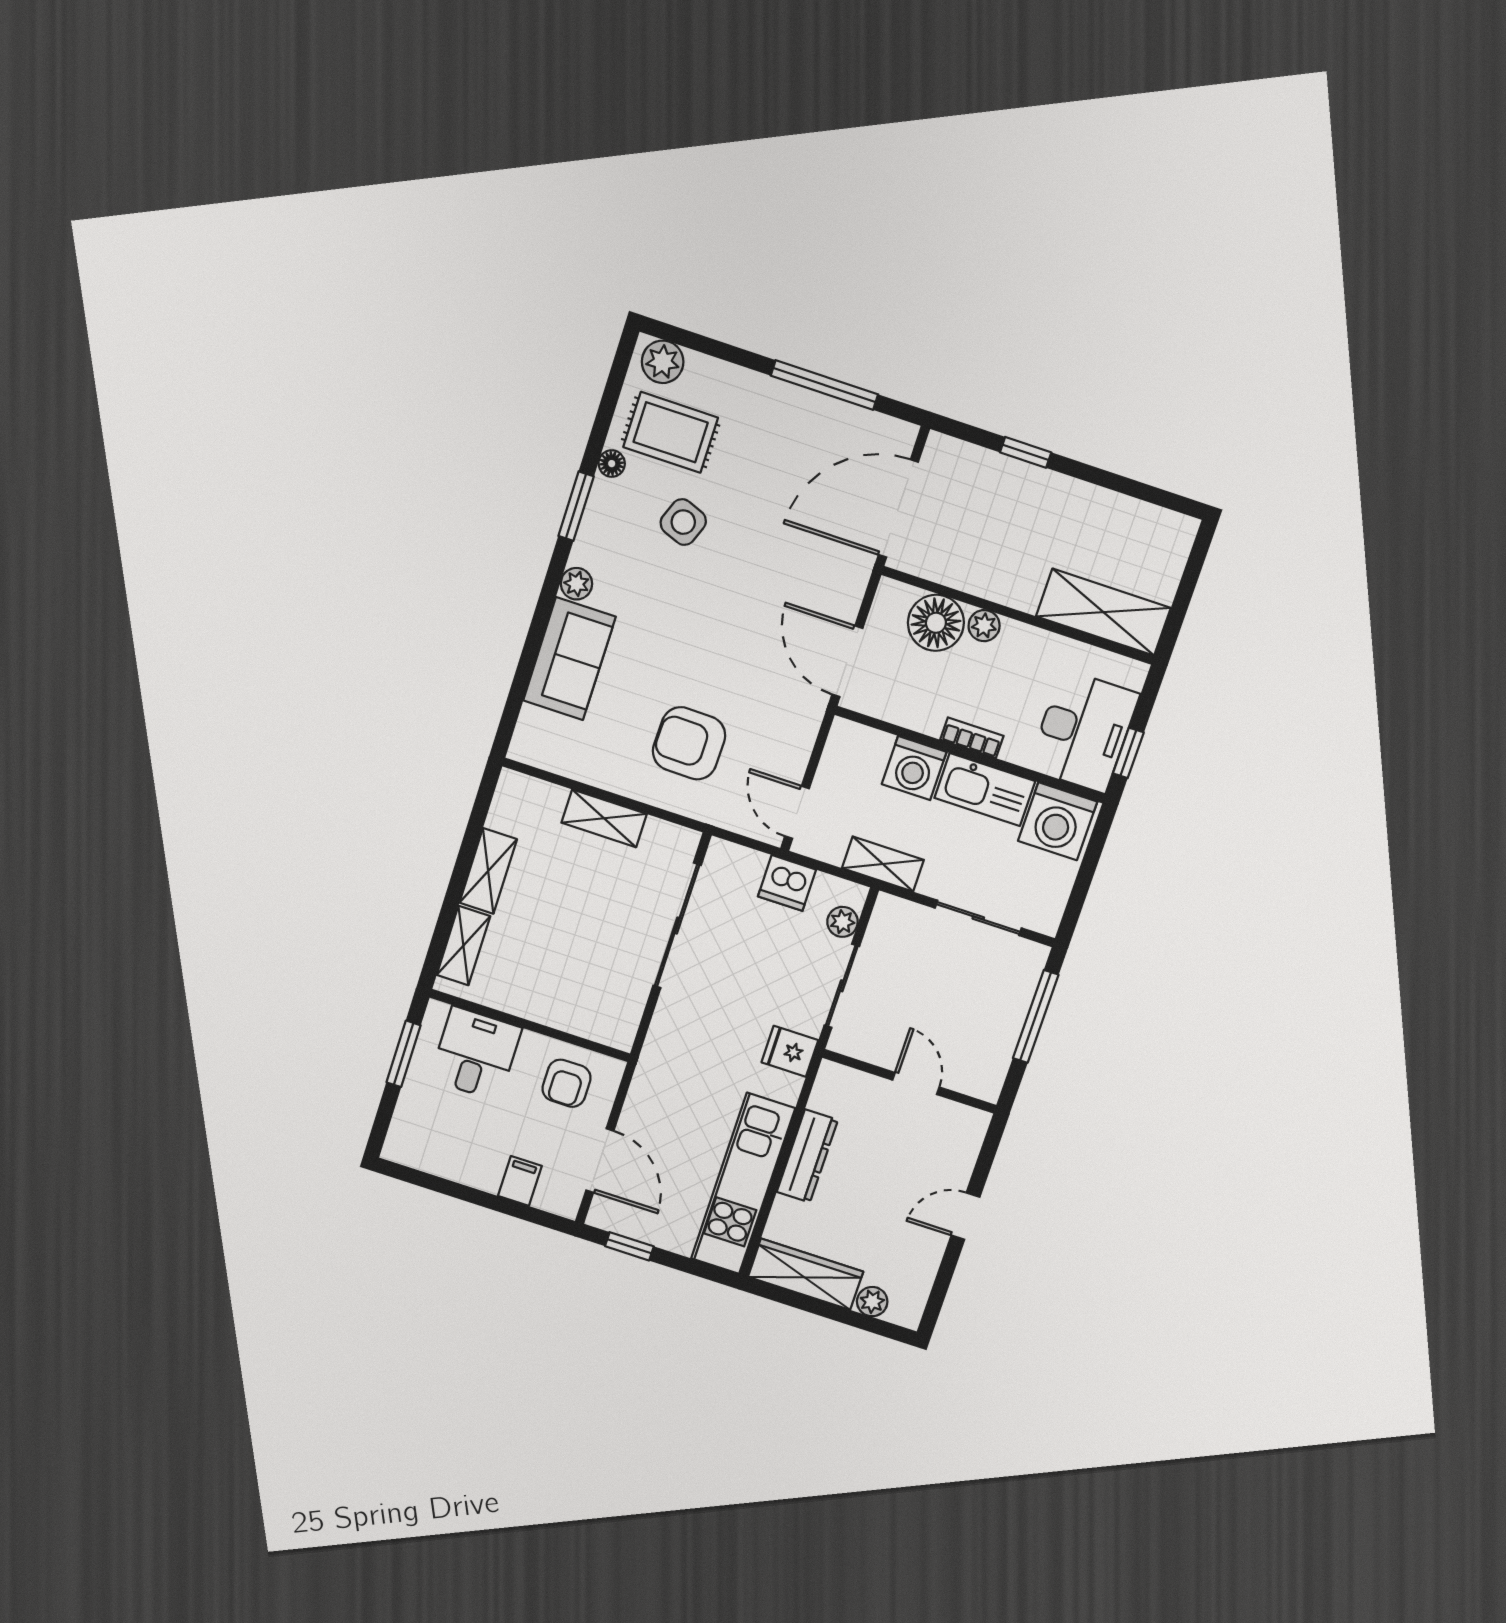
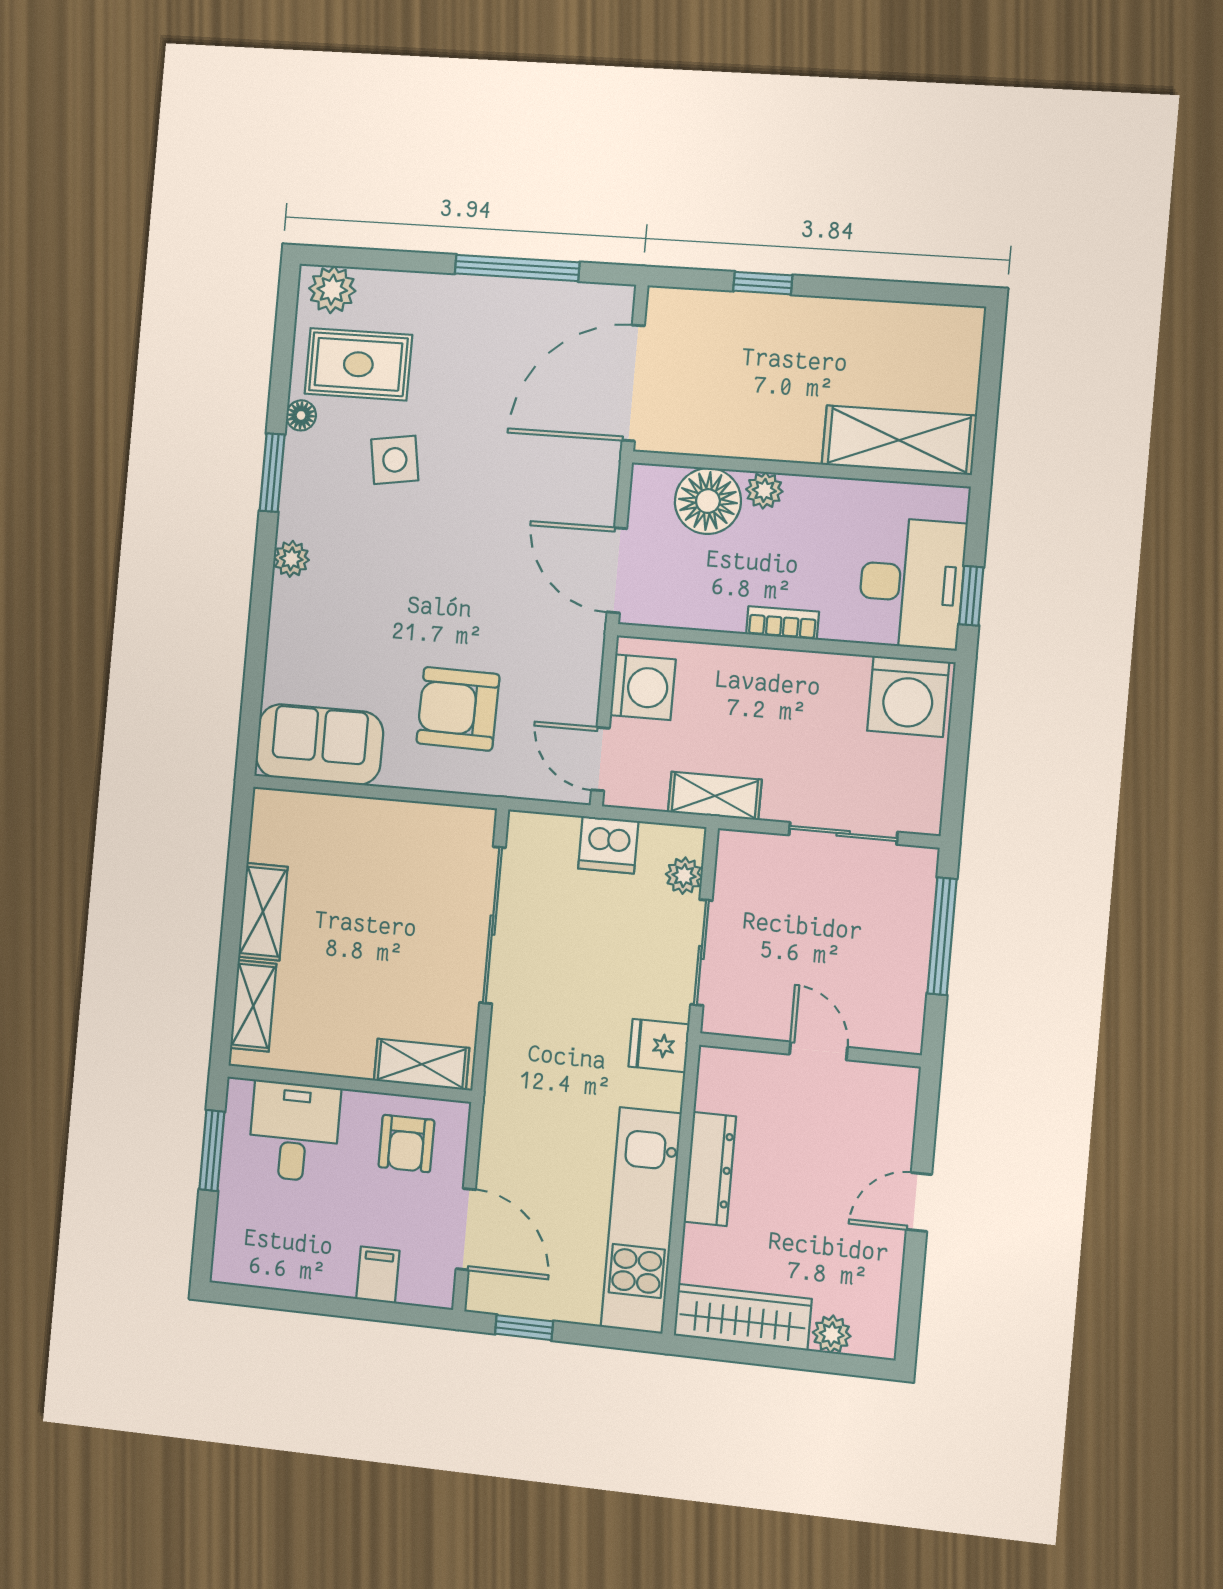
side table: (683, 522) -> (395, 460), turned -30
sofa: (569, 659) -> (319, 745), moved, turned -90
washing machine: (914, 768) -> (643, 687), moved, turned -90
kitchen sink: (985, 790) -> (813, 680), removed
shelving: (604, 818) -> (422, 1064), moved

